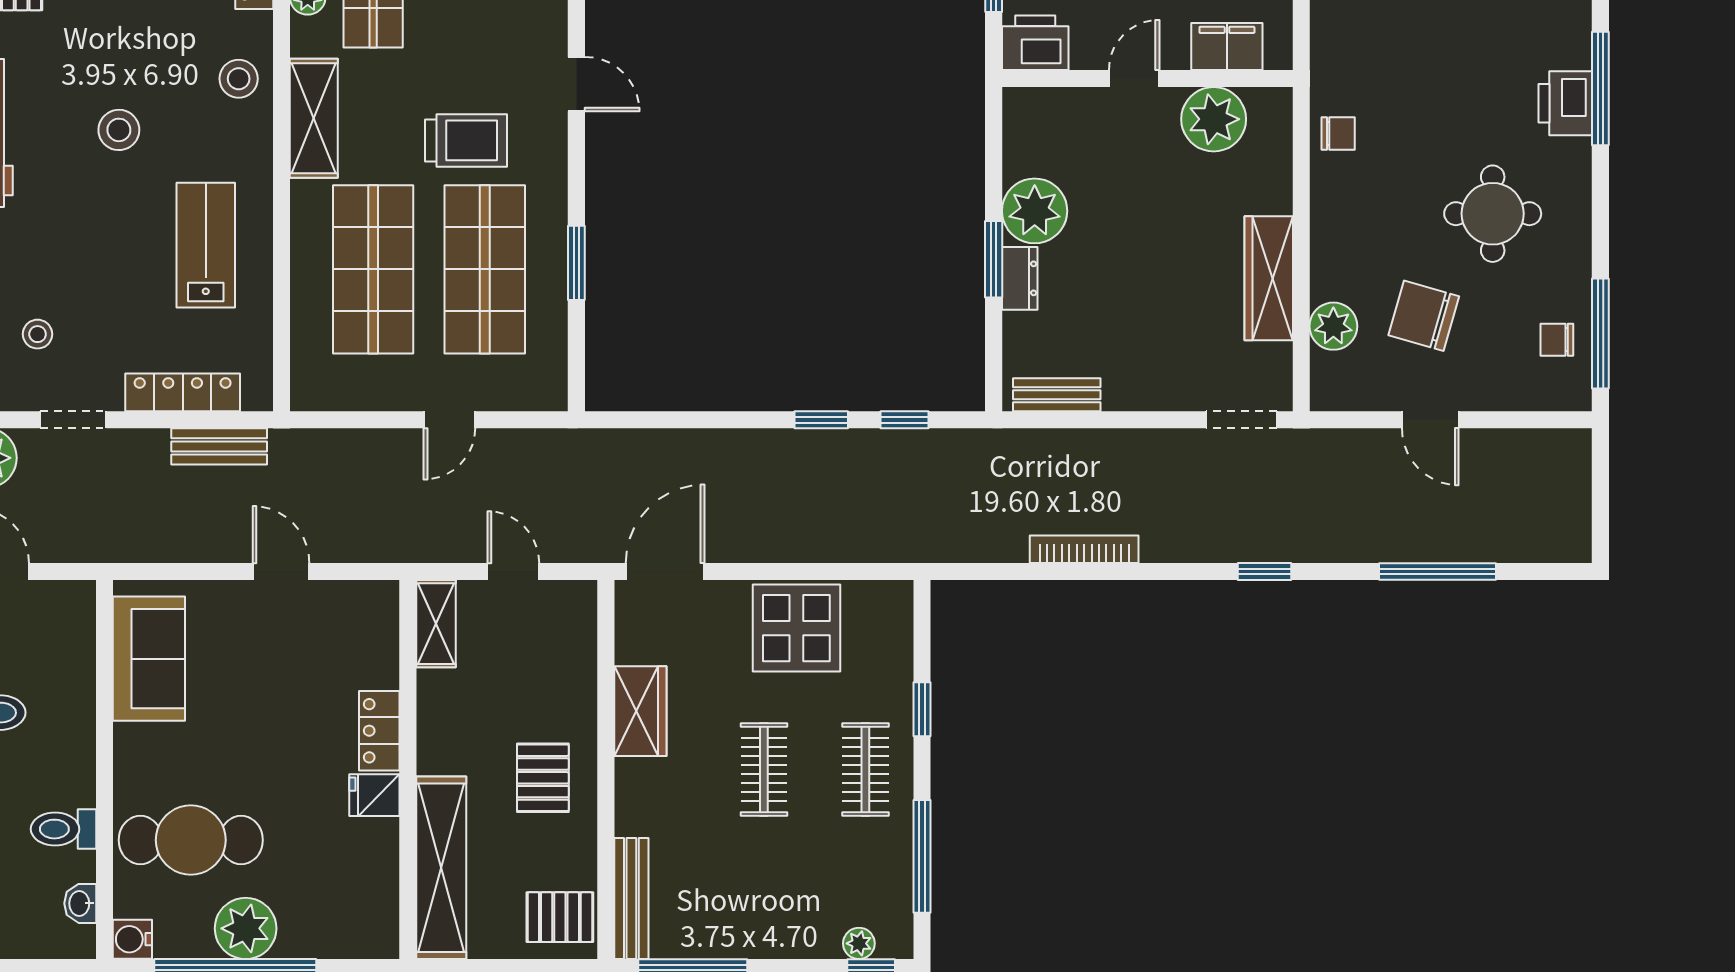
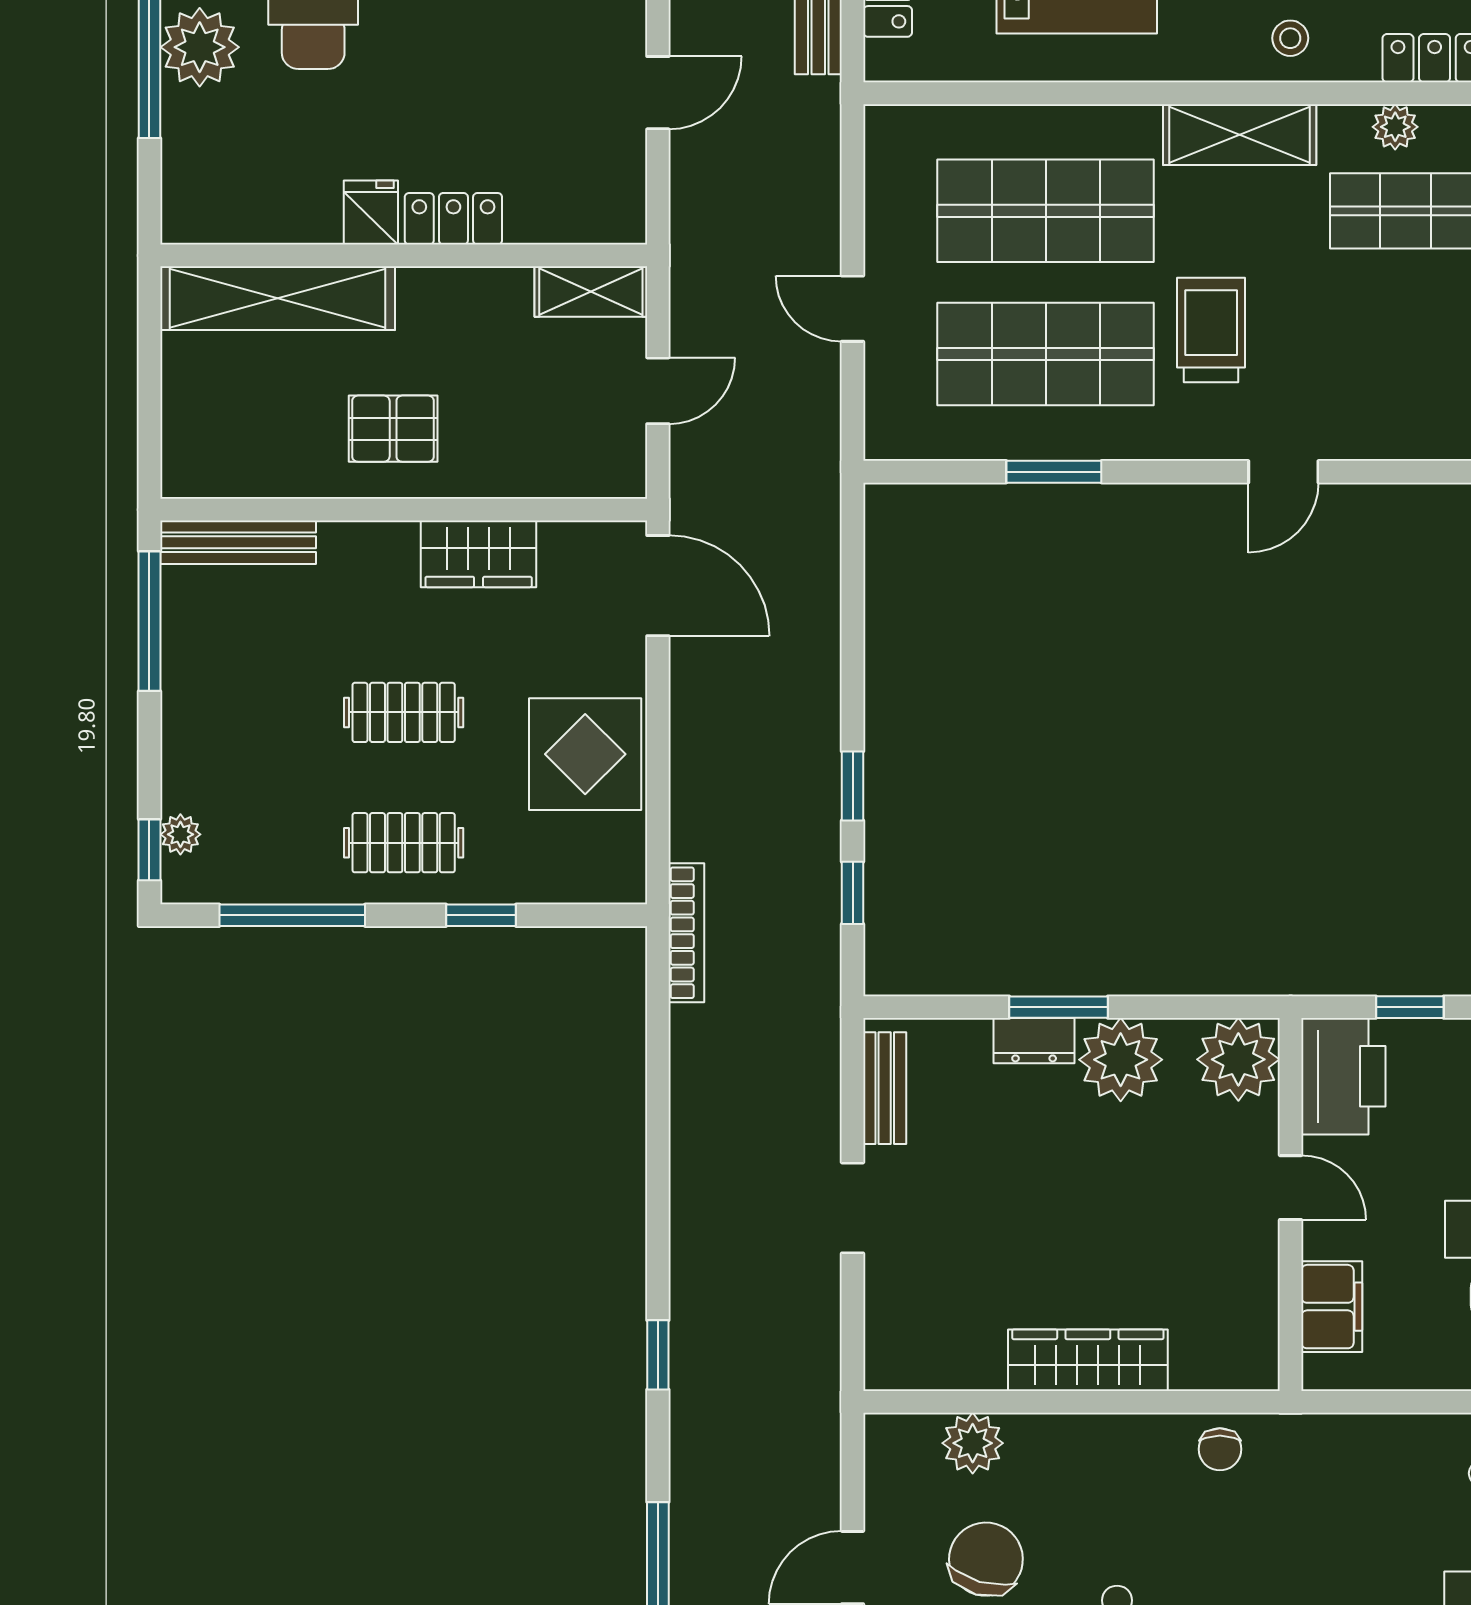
printer: (1035, 43) -> (1343, 1076), width x1.37, depth x1.19
stool: (239, 79) -> (1290, 38), width x0.73, depth x0.73
plant: (1214, 119) -> (1238, 1059), moved
trolley: (466, 140) -> (1211, 330), turned 180
wardrobe: (1269, 278) -> (1088, 1360), moved
doorway: (1242, 420) -> (853, 1208), moved
bookcase: (1084, 549) -> (686, 933), moved
pallet: (560, 917) -> (214, 451), removed

